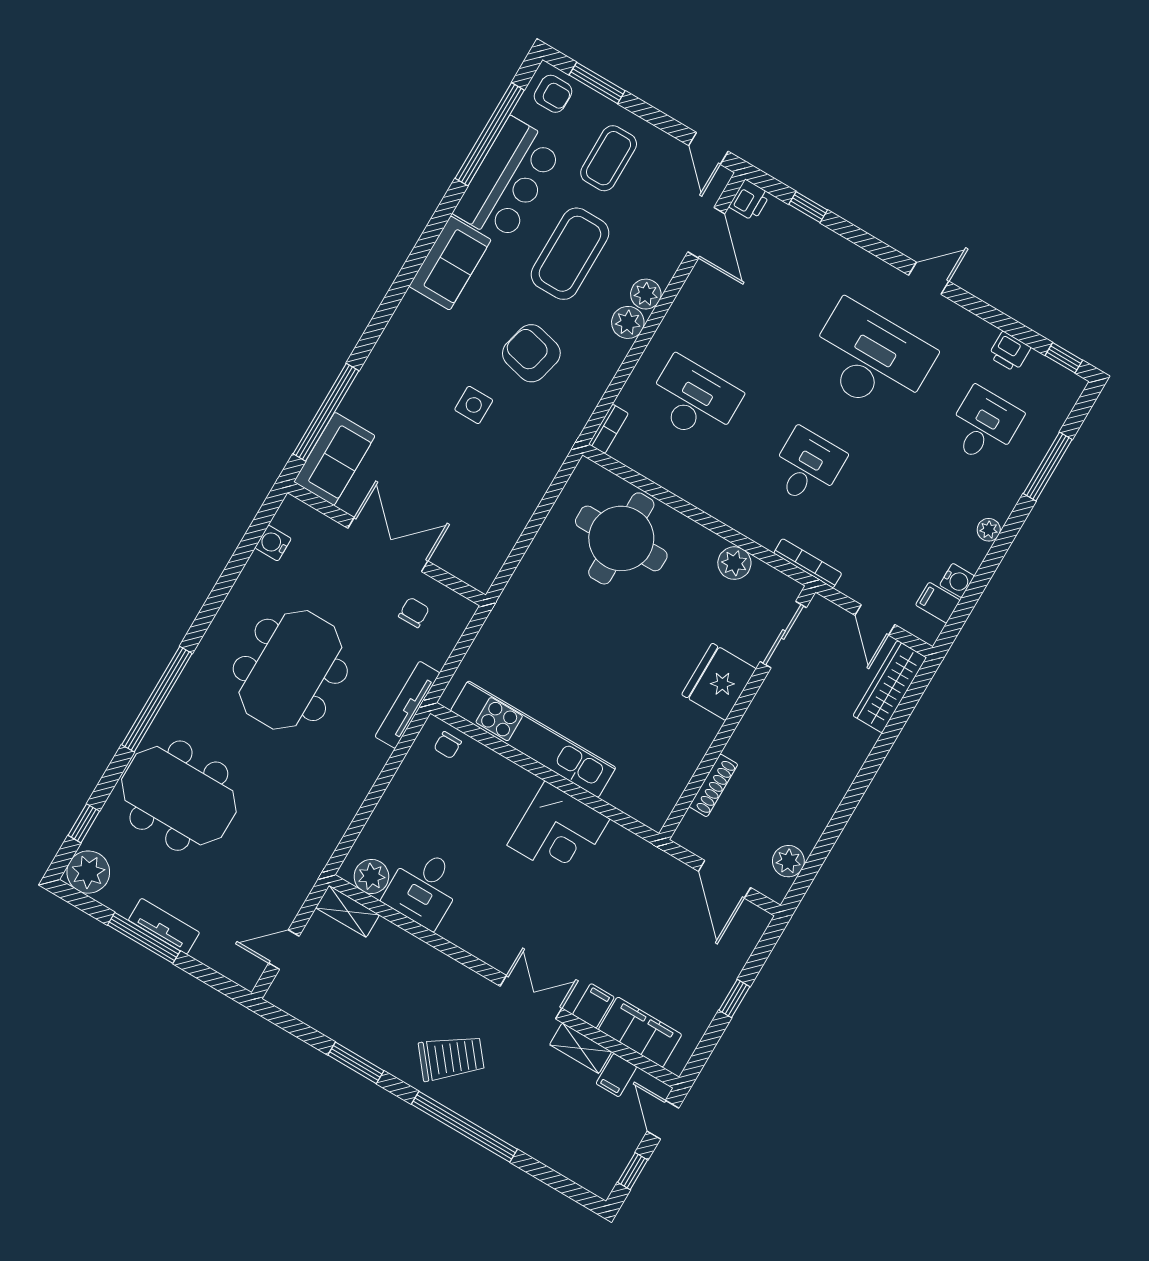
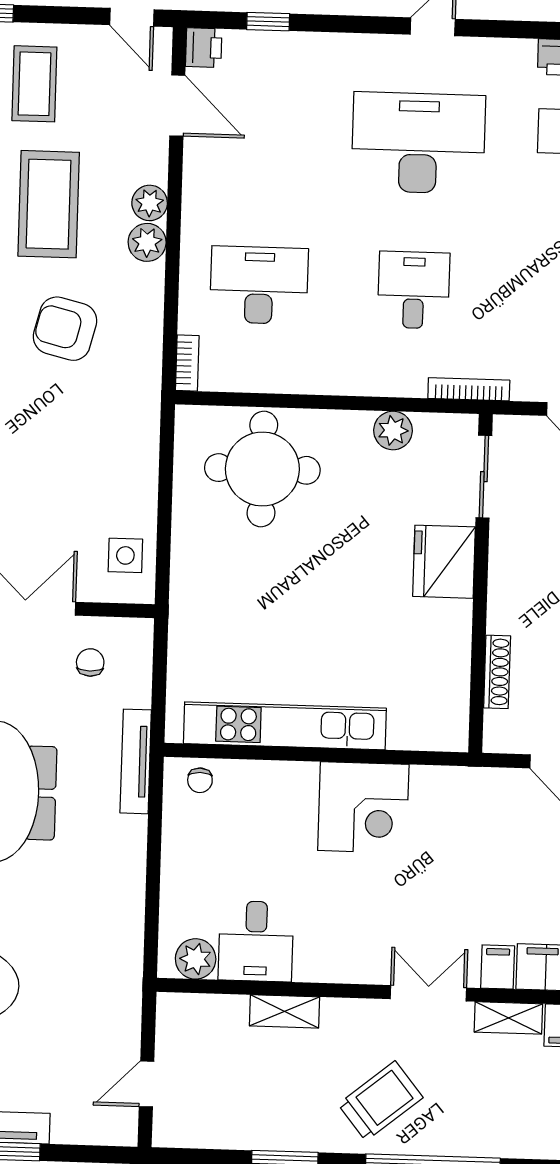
side table: (474, 405) -> (125, 555), moved
shelving: (347, 911) -> (284, 1011), moved

